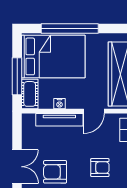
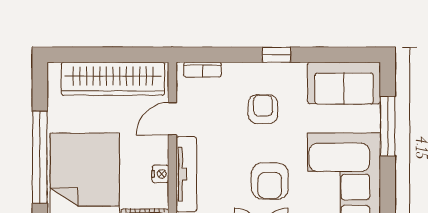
door: (94, 111) -> (172, 119), swing flipped

